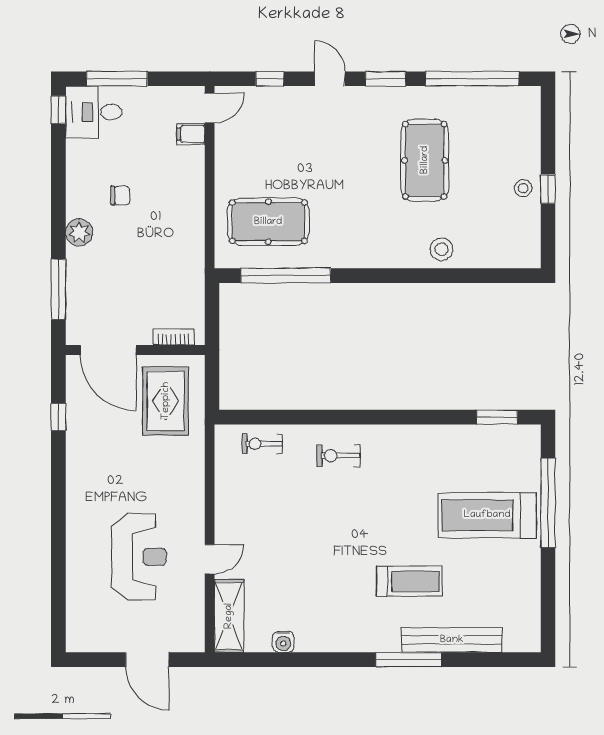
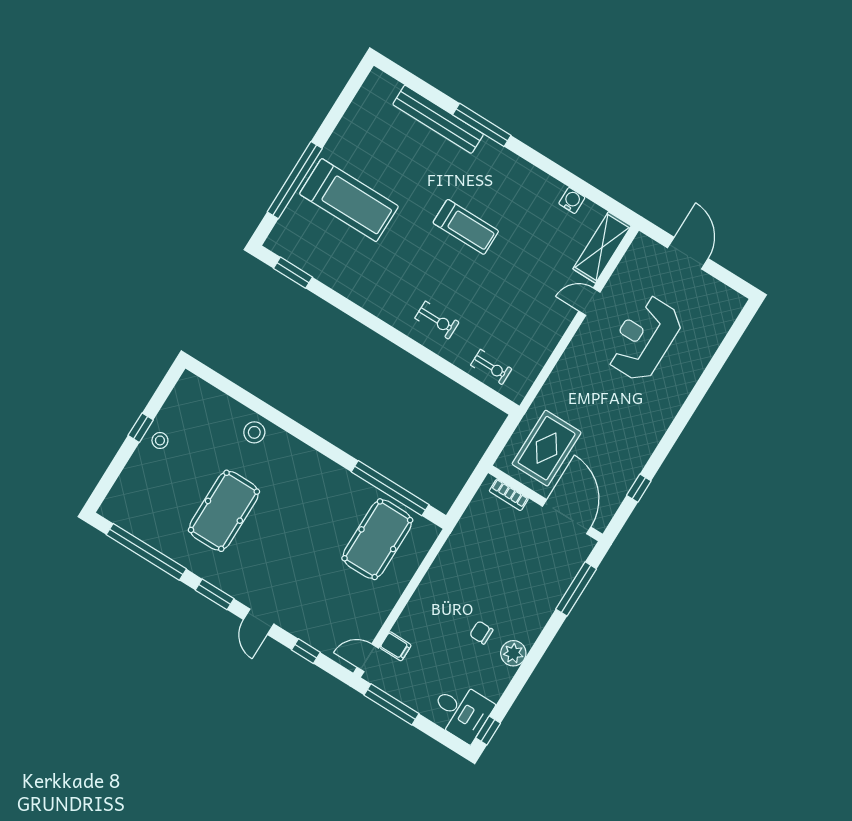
window: (117, 79) -> (391, 704), moved
pool table: (268, 222) -> (377, 539), turned 90
plant: (79, 232) -> (513, 653), moved
treadmill: (409, 581) -> (466, 227), moved, turned 180

